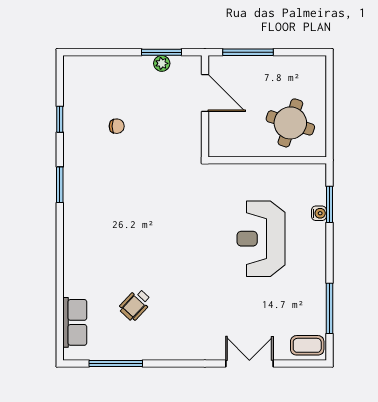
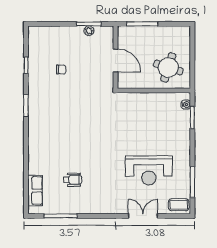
door: (205, 93) -> (116, 60), moved
water cooler: (319, 213) -> (186, 105), moved
reception desk: (261, 239) -> (149, 170), moved, turned -90
wheelchair: (135, 305) -> (73, 180), turned -133

